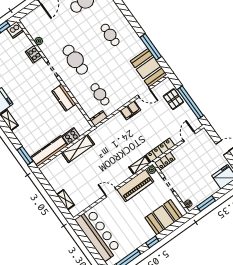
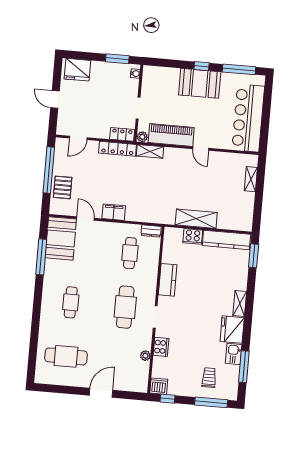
booth: (164, 217) -> (200, 83), moved

